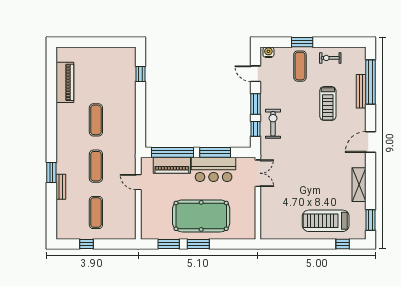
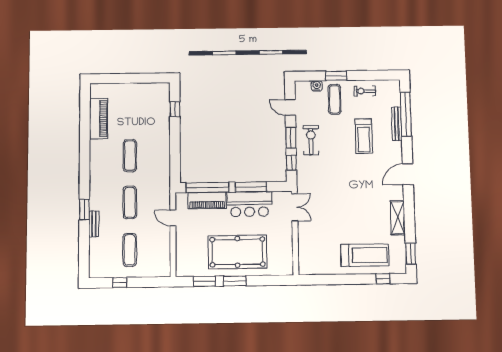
water cooler: (268, 52) -> (317, 86), moved
exercise bike: (273, 124) -> (311, 140), moved
treadmill: (326, 221) -> (365, 255), turned 180

